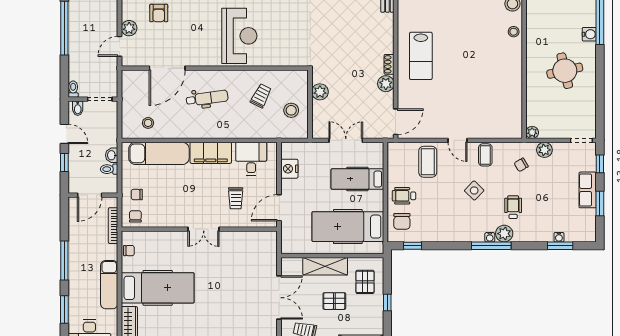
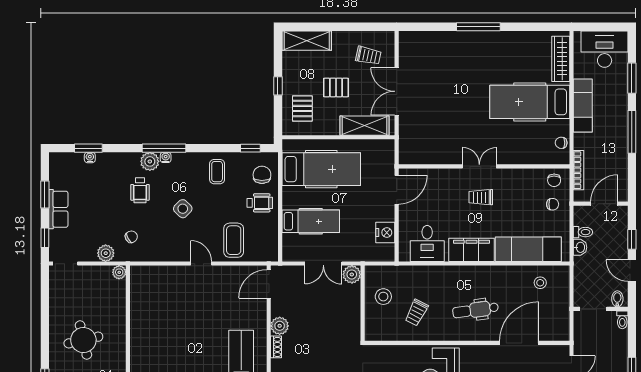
plant: (320, 92) -> (352, 274), moved
coffee table: (485, 155) -> (217, 172), moved
trolley: (236, 198) -> (481, 197), moved, turned -90
shelving: (325, 266) -> (365, 126), moved

